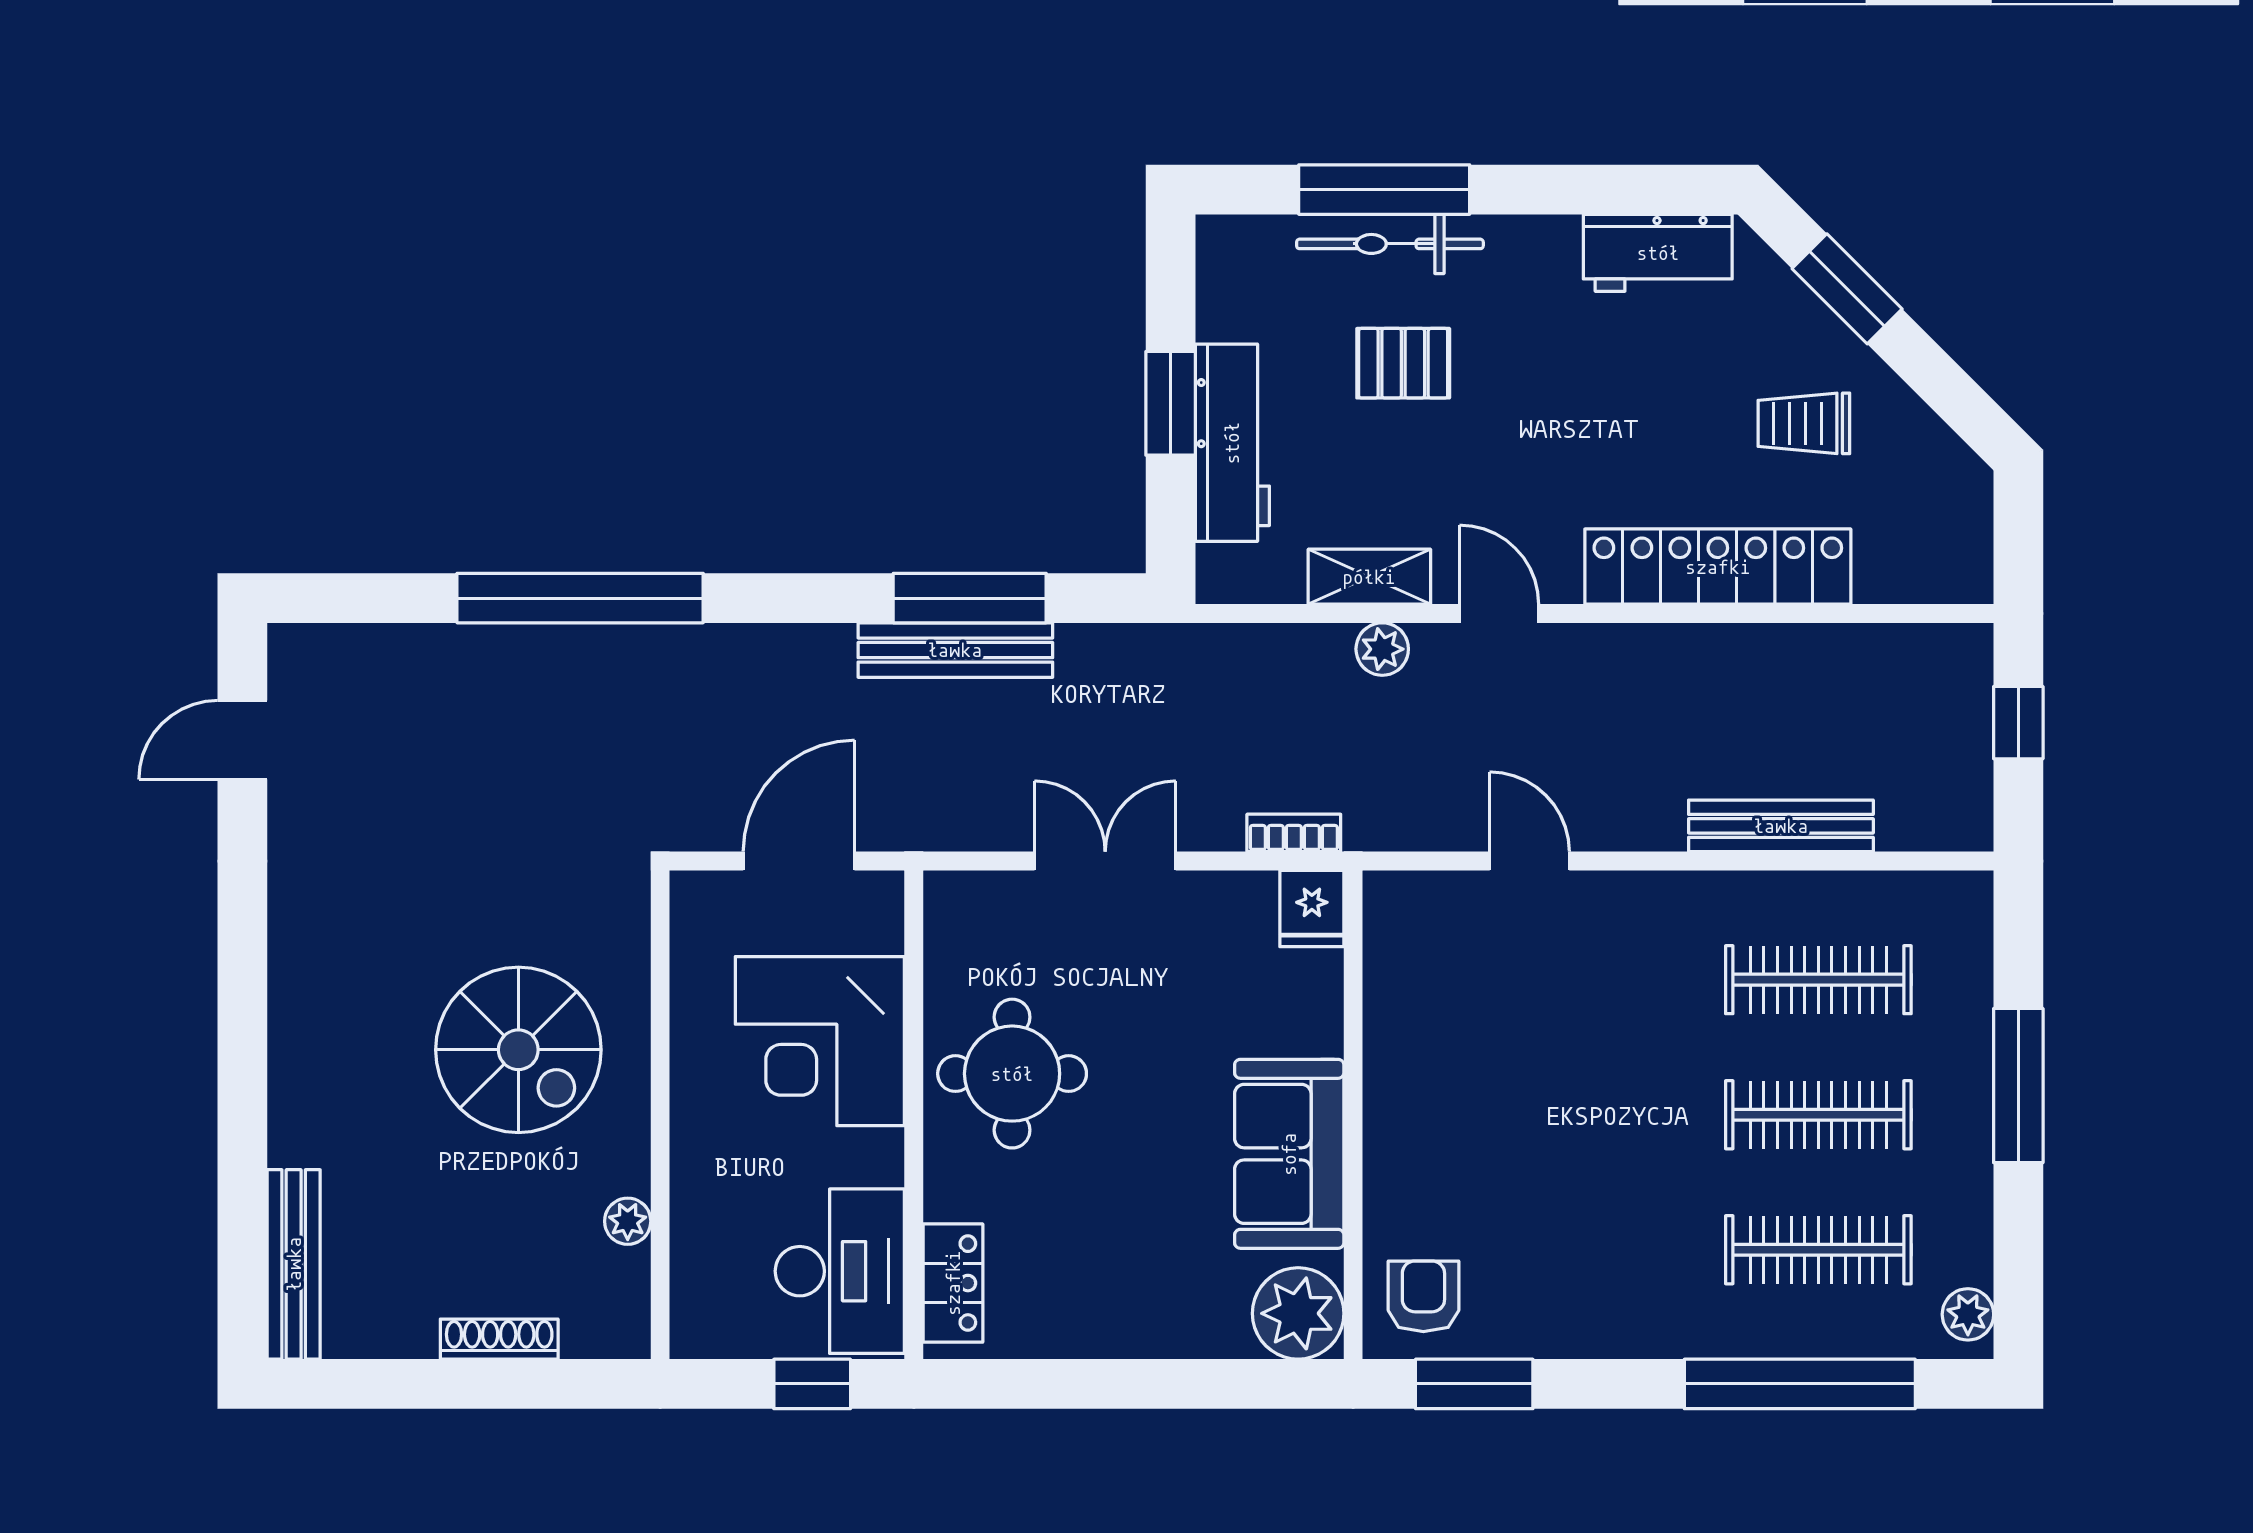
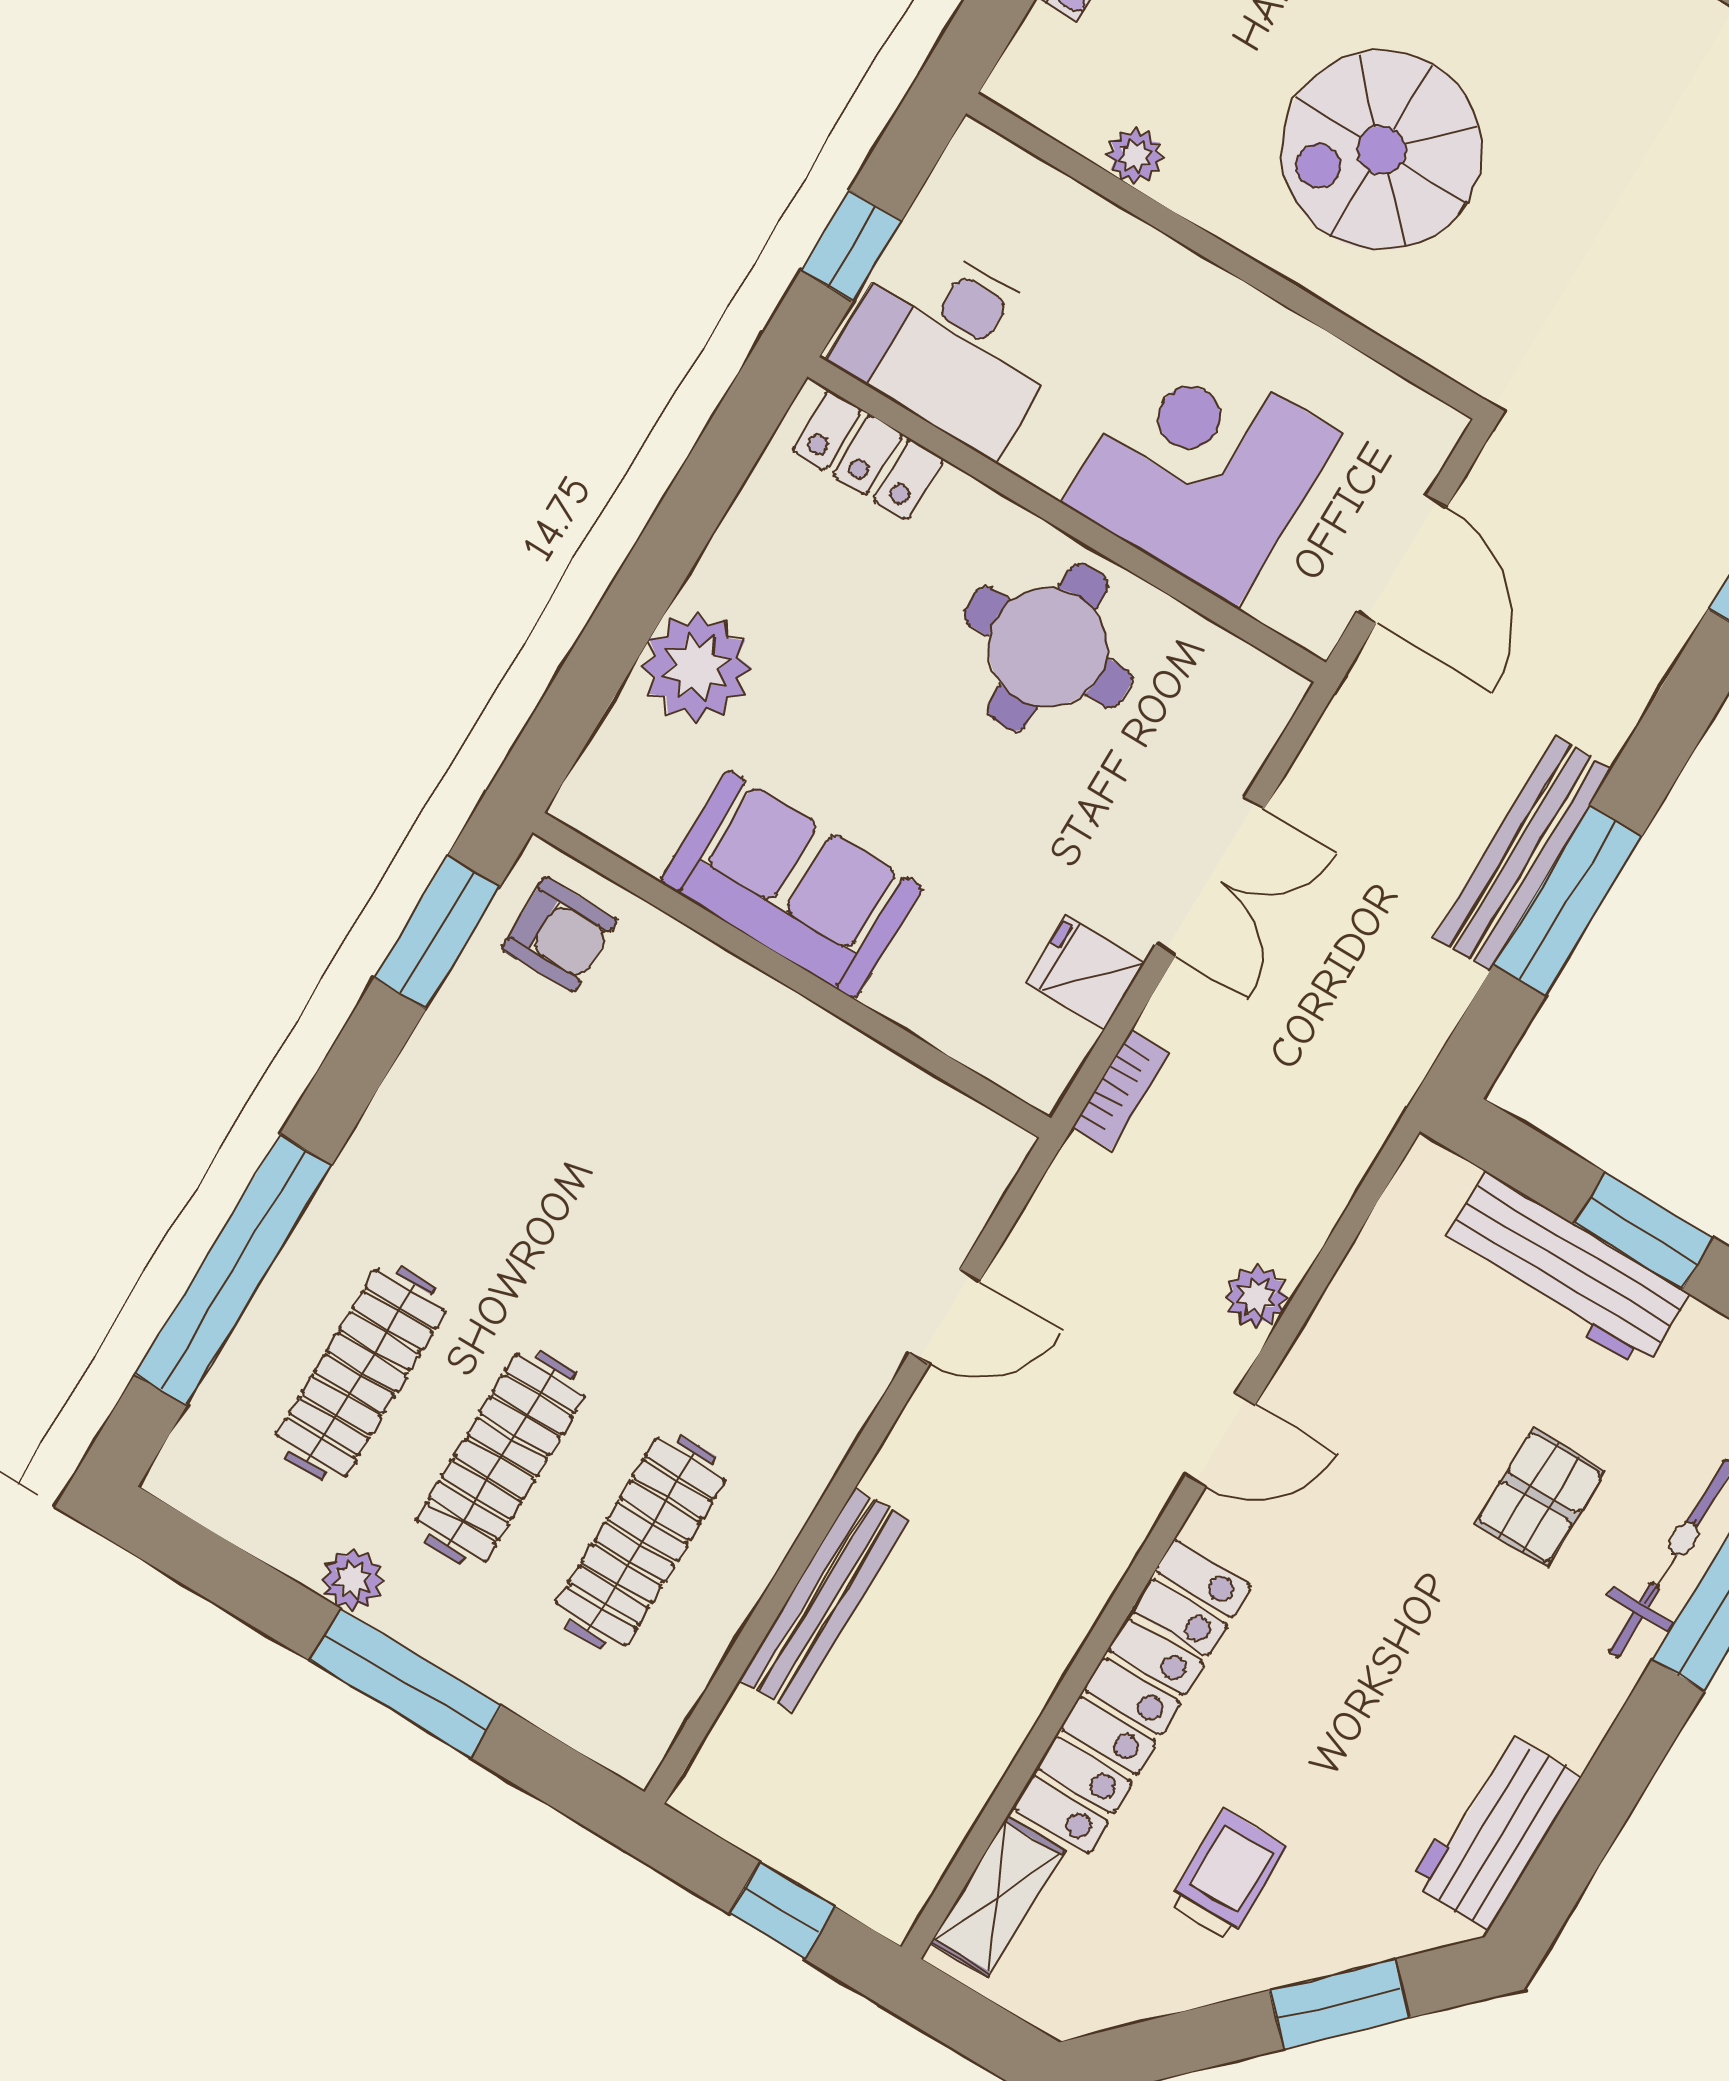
shelving: (1369, 577) -> (997, 1897), moved
fridge: (1312, 908) -> (1085, 972), moved
plant: (1298, 1313) -> (697, 667), moved
plant: (1968, 1314) -> (352, 1580), moved

